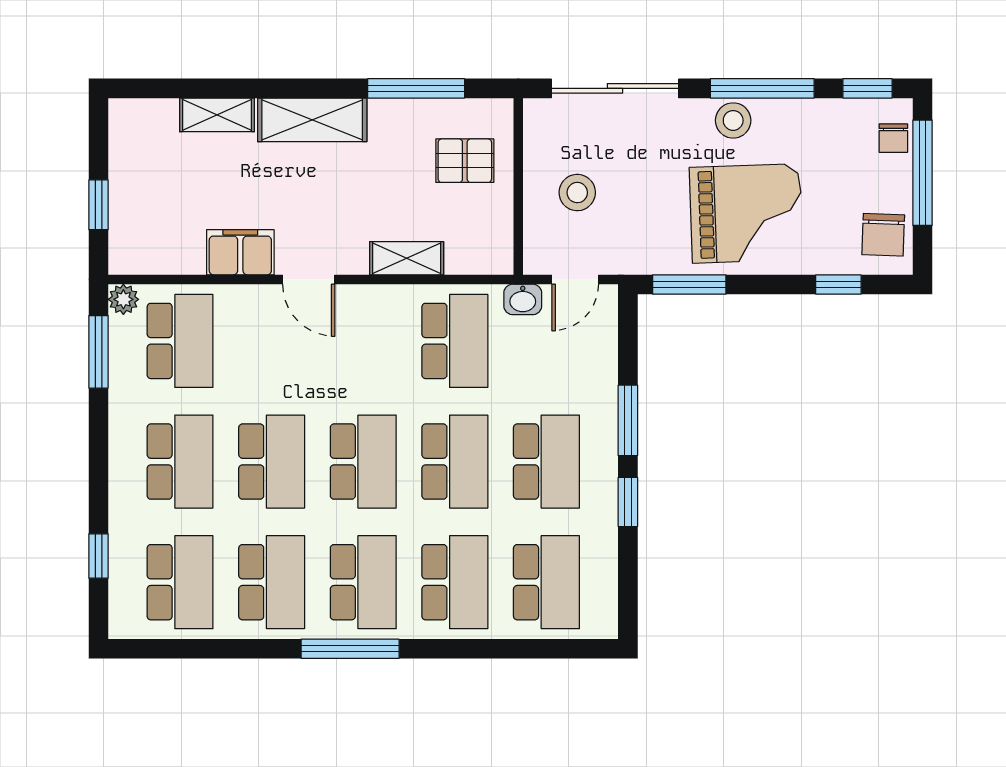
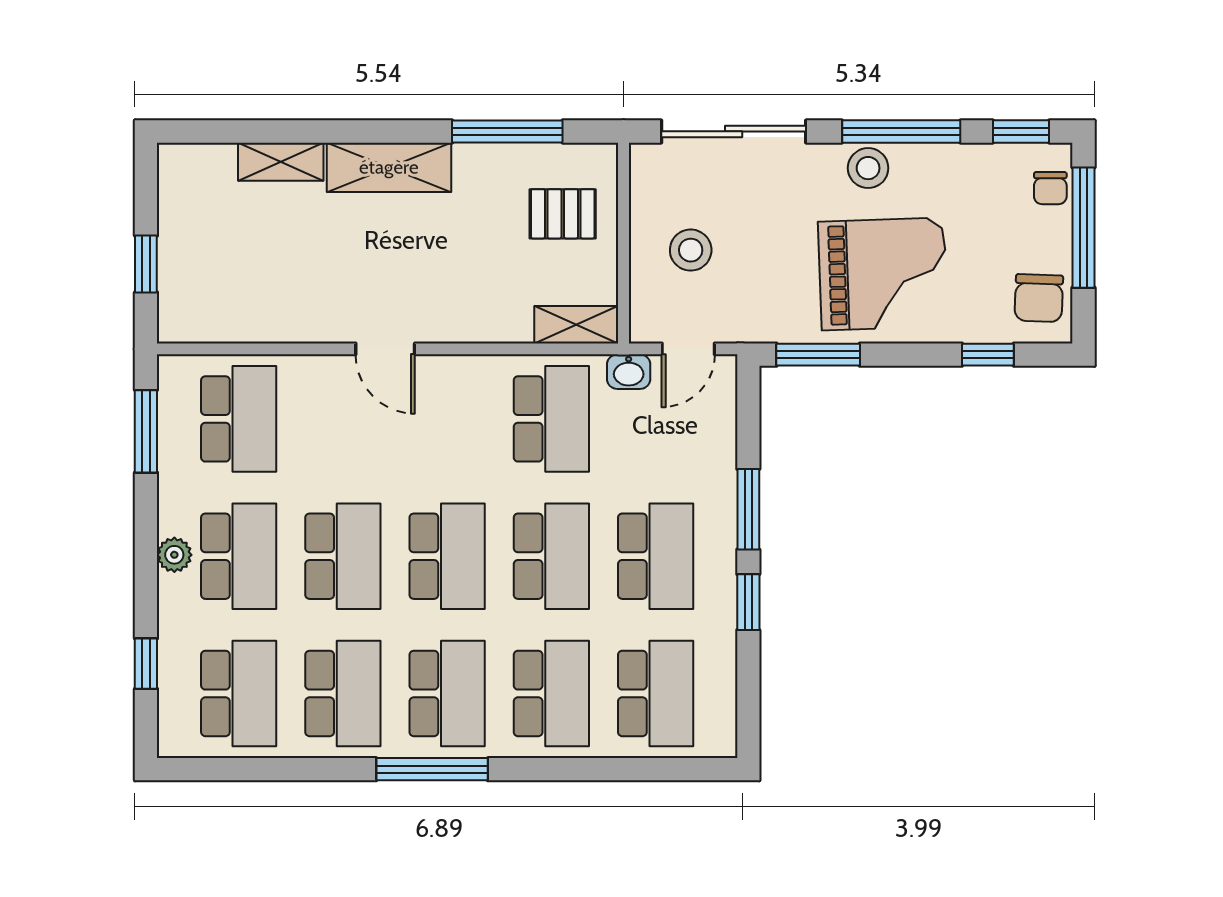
filing cabinet: (240, 252) -> (307, 318), removed
shelving: (407, 258) -> (576, 325), moved
plant: (123, 299) -> (174, 555), moved

